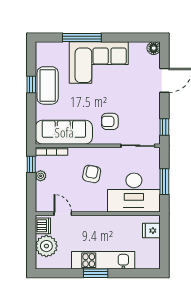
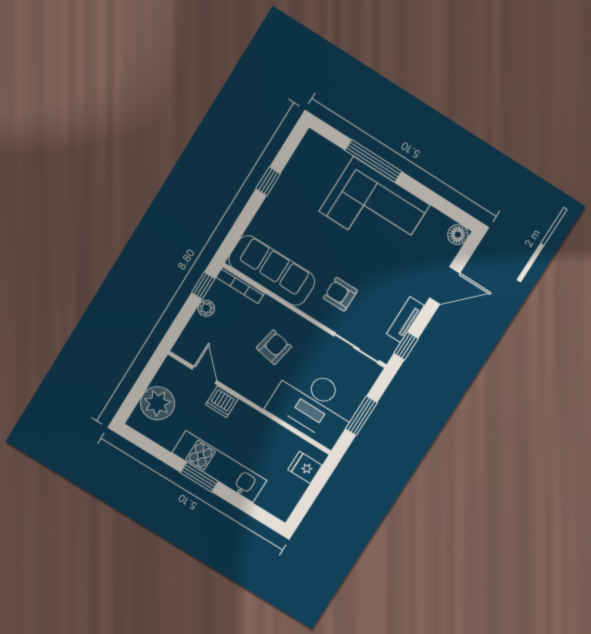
coffee table: (48, 85) -> (289, 196), removed
tv unit: (155, 113) -> (405, 320), added
dishwasher: (43, 226) -> (222, 402), moved, turned 90

